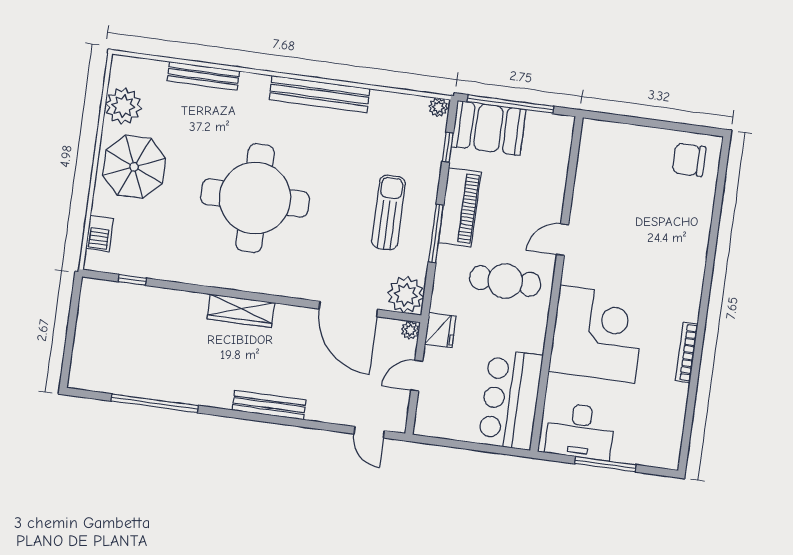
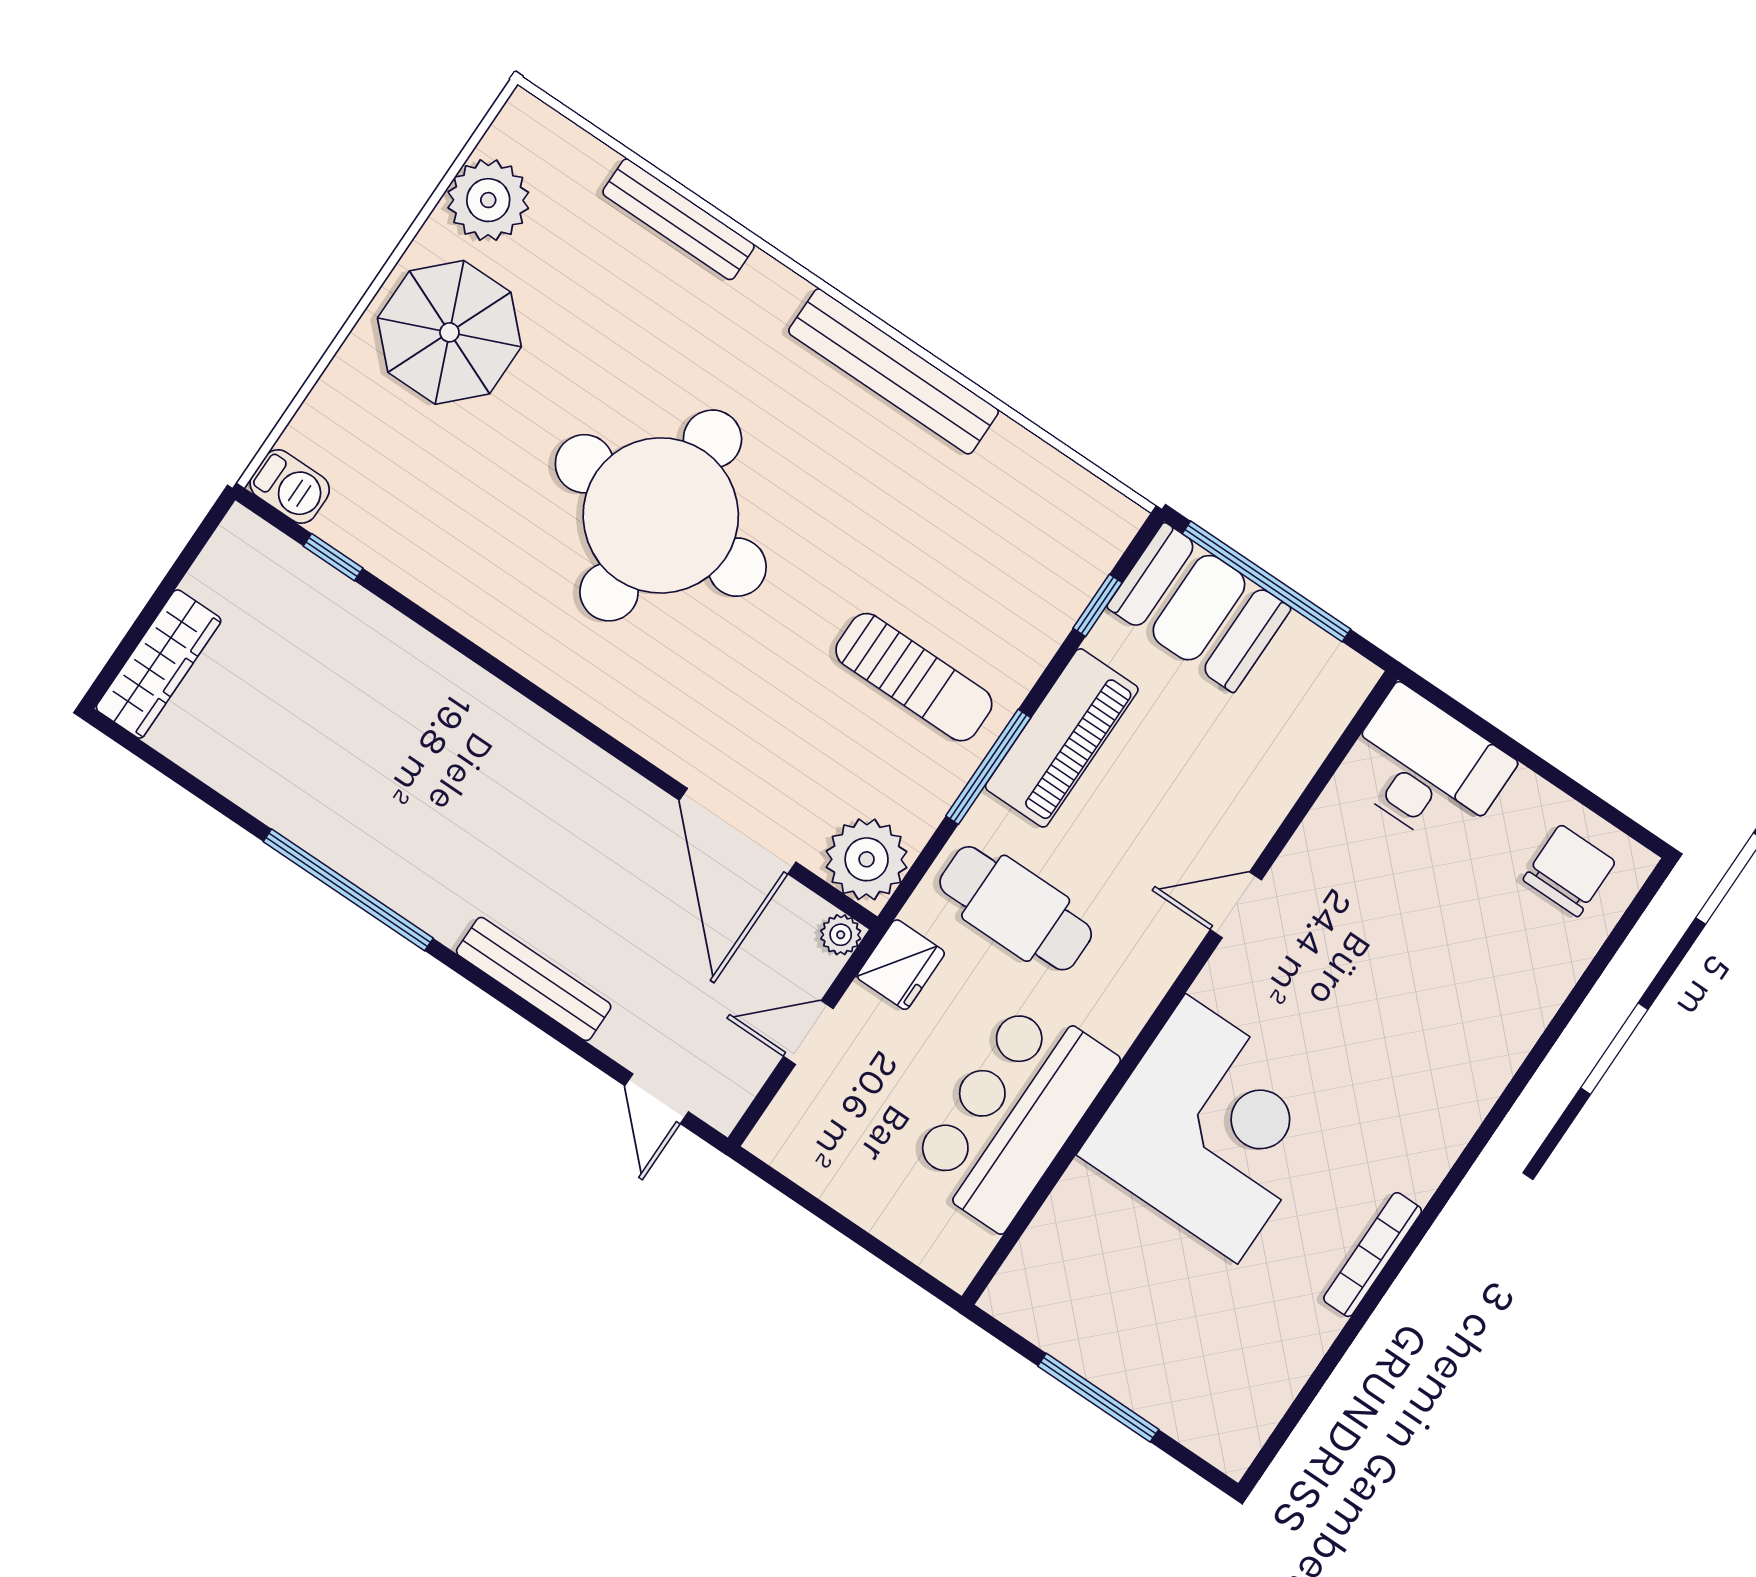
plant: (438, 107) -> (1119, 516), removed
chair: (689, 160) -> (1569, 871), turned 90
sun lounger: (388, 212) -> (914, 677), turned 90
barbecue: (100, 233) -> (290, 487), moved, turned -90
cafe table: (505, 281) -> (1016, 908), moved
wardrobe: (241, 311) -> (159, 664), moved, turned -90
bar counter: (511, 399) -> (1013, 1114), moved
window: (155, 403) -> (348, 890), moved
bench: (269, 405) -> (534, 979), moved
desk: (580, 431) -> (1426, 769), moved, turned 180

